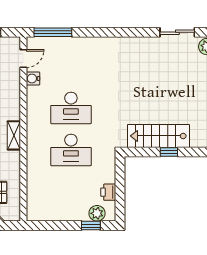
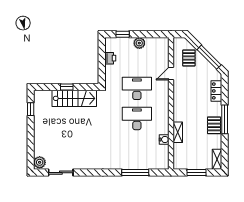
window: (53, 32) -> (135, 173), moved
door: (23, 59) -> (171, 73), moved
shelving: (14, 135) -> (178, 132), moved
plant: (97, 213) -> (139, 43), moved

